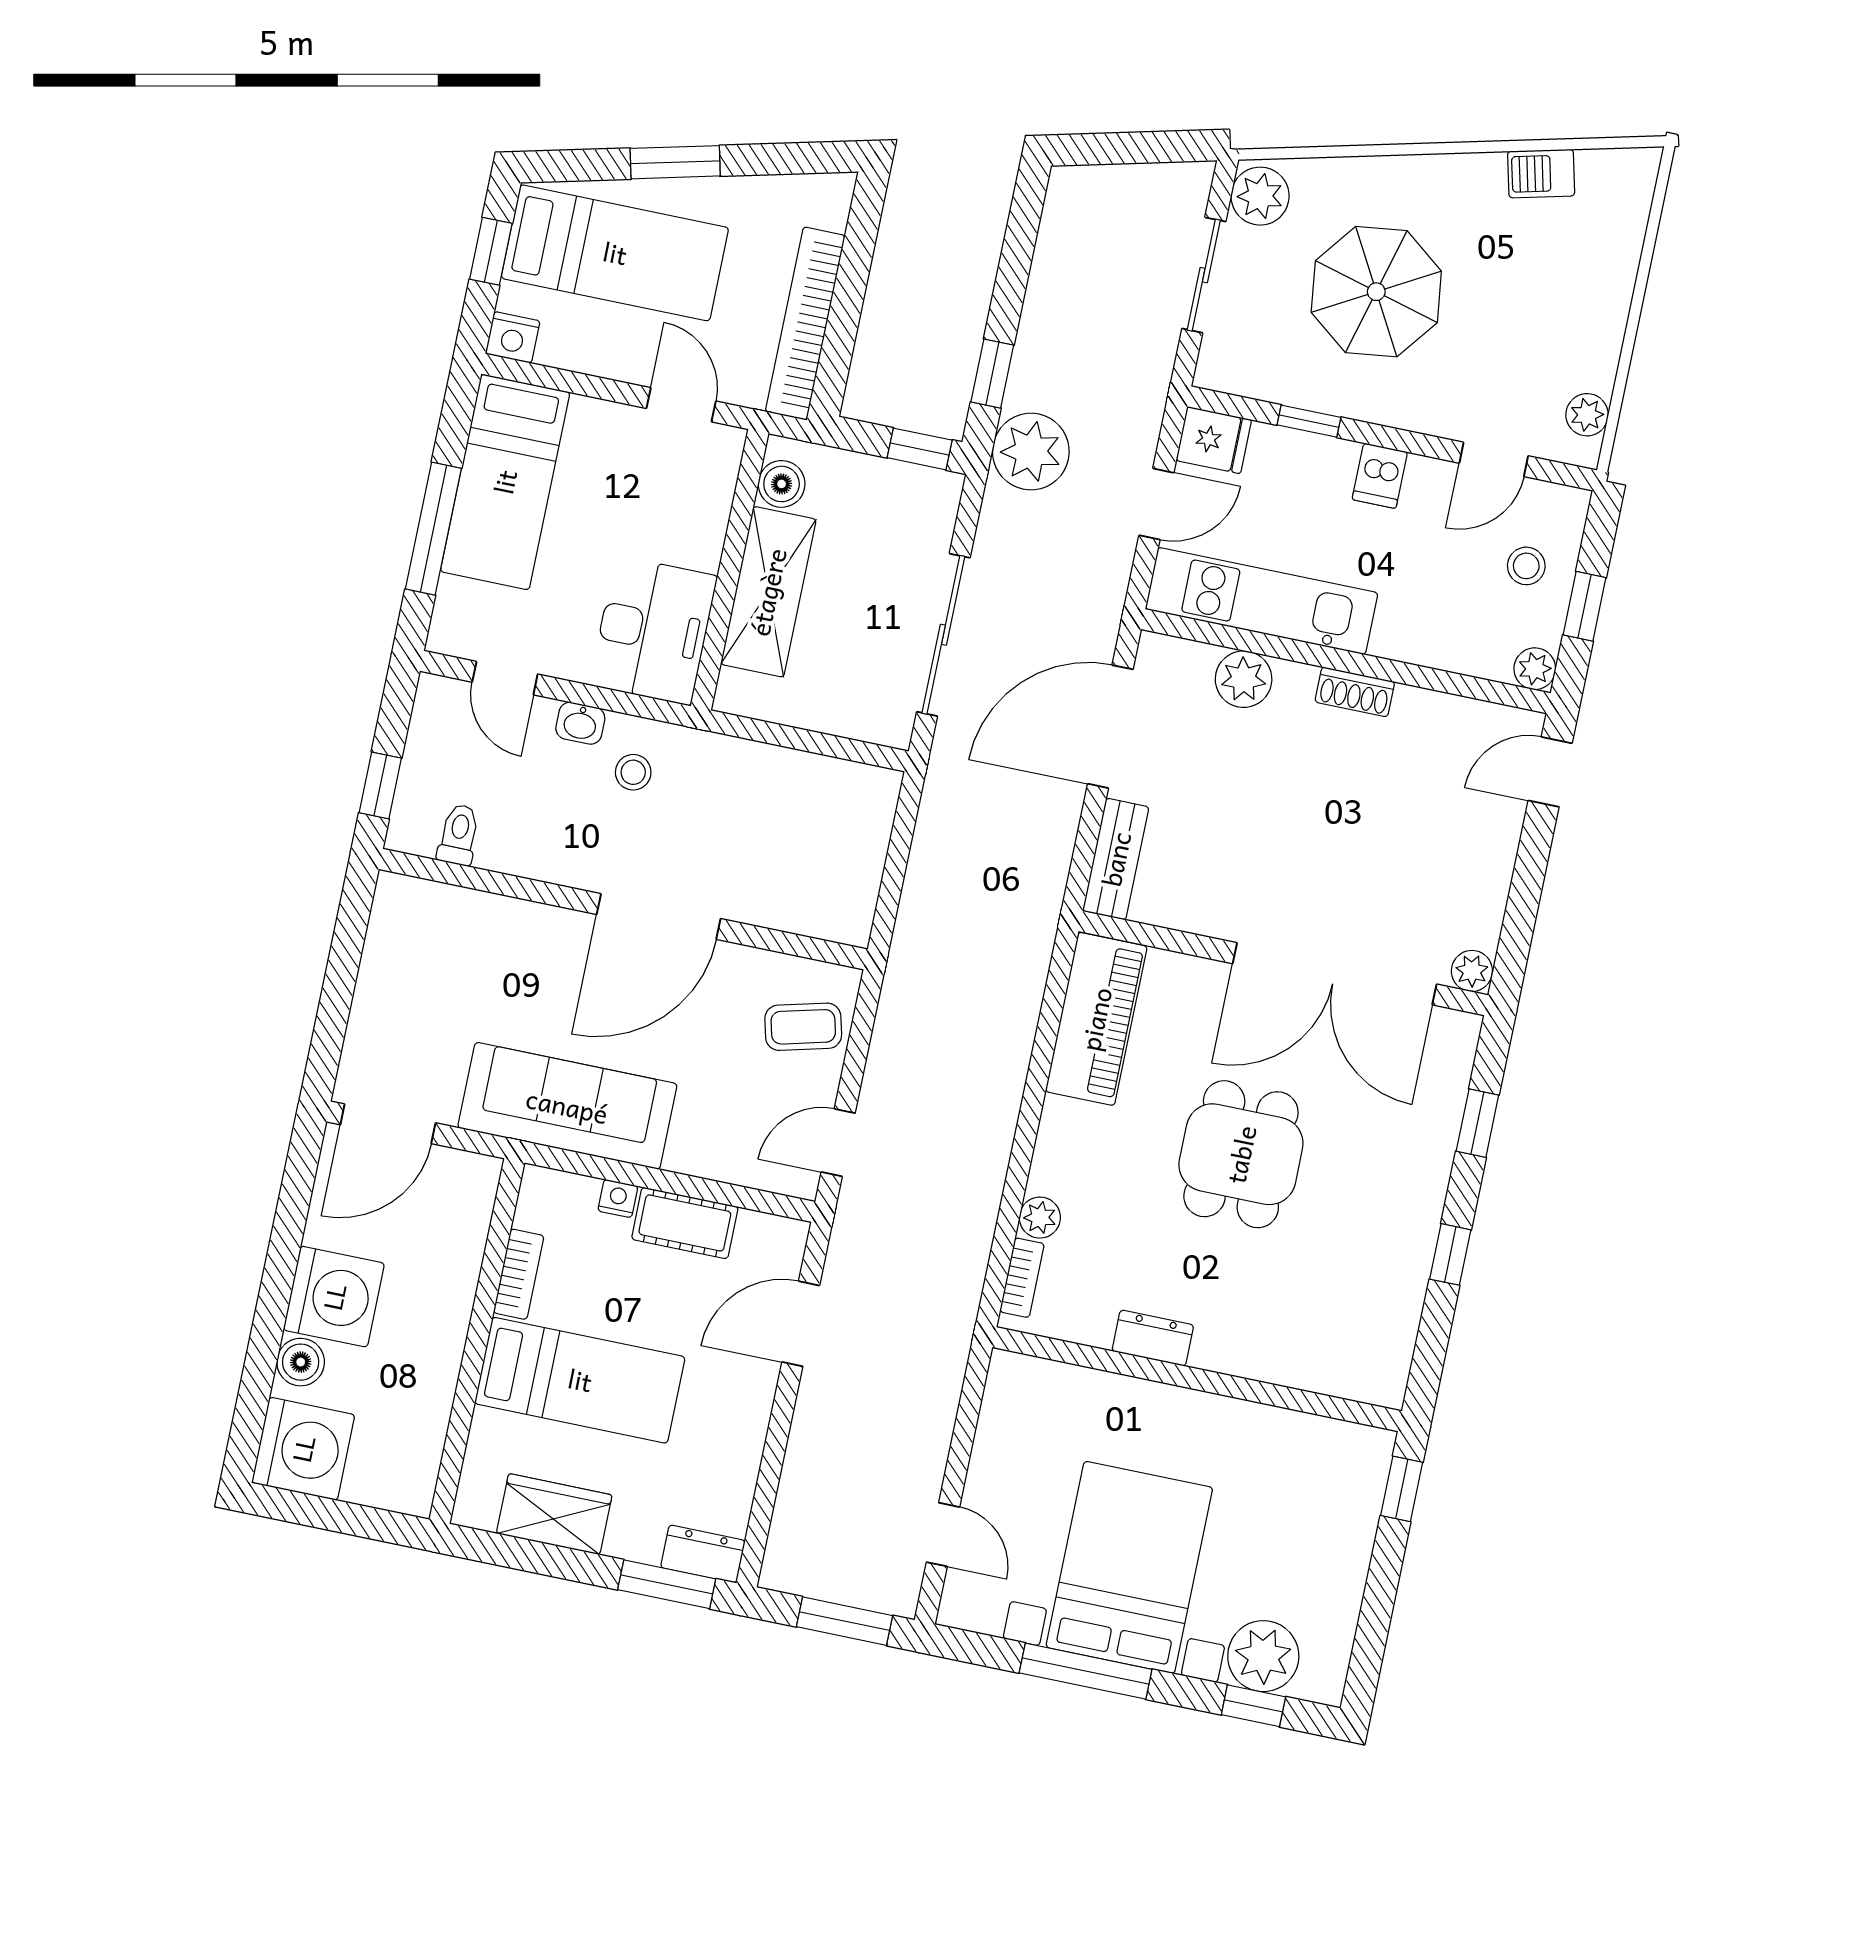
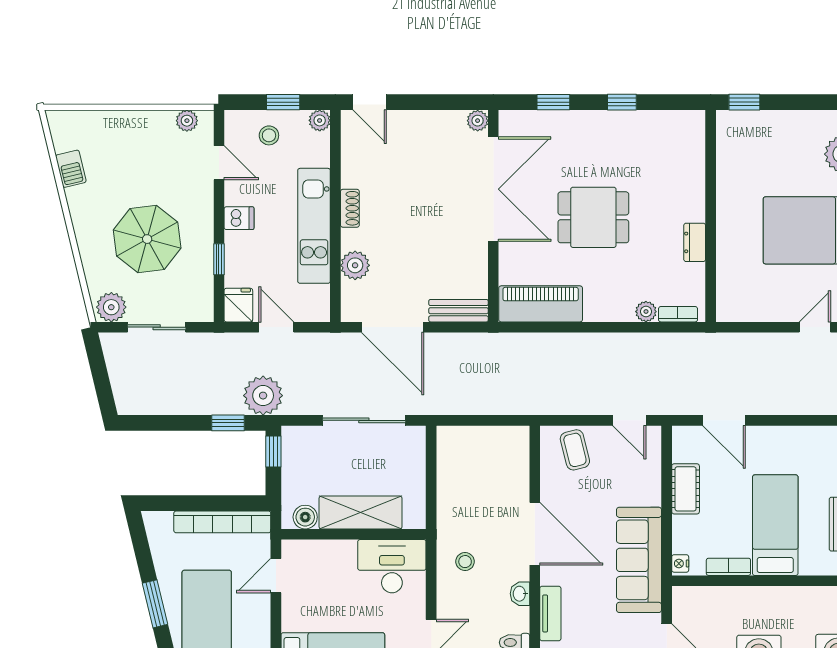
kitchen unit: (1262, 601) -> (314, 226), moved
washbasin: (580, 723) -> (520, 594), moved, turned 180
tv unit: (500, 915) -> (550, 613), added
nightstand: (618, 1198) -> (680, 563), moved

